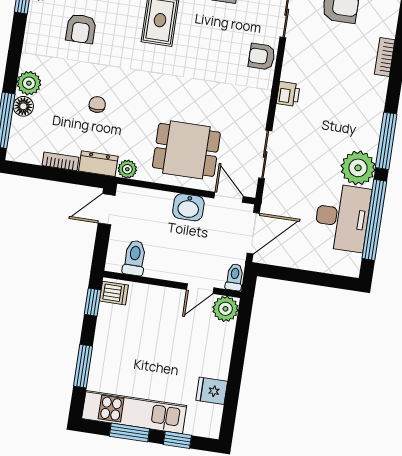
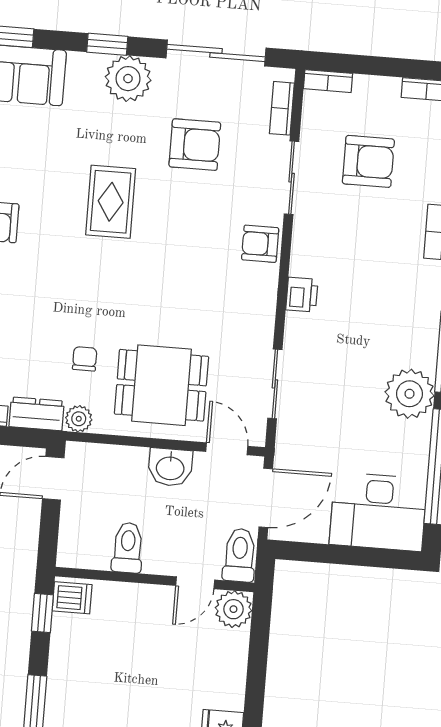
chair: (97, 105) -> (85, 359), moved
desk: (342, 217) -> (378, 512), moved, turned 90
toilet: (134, 258) -> (128, 548), moved
toilet: (235, 277) -> (240, 555), width x1.37, depth x1.39

